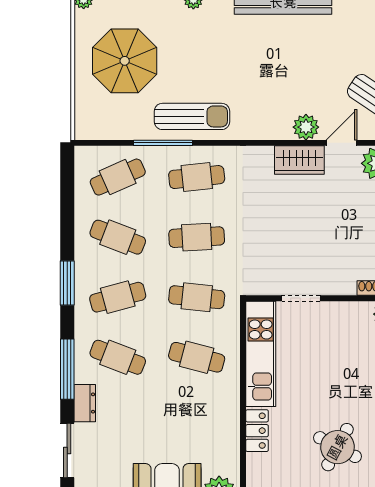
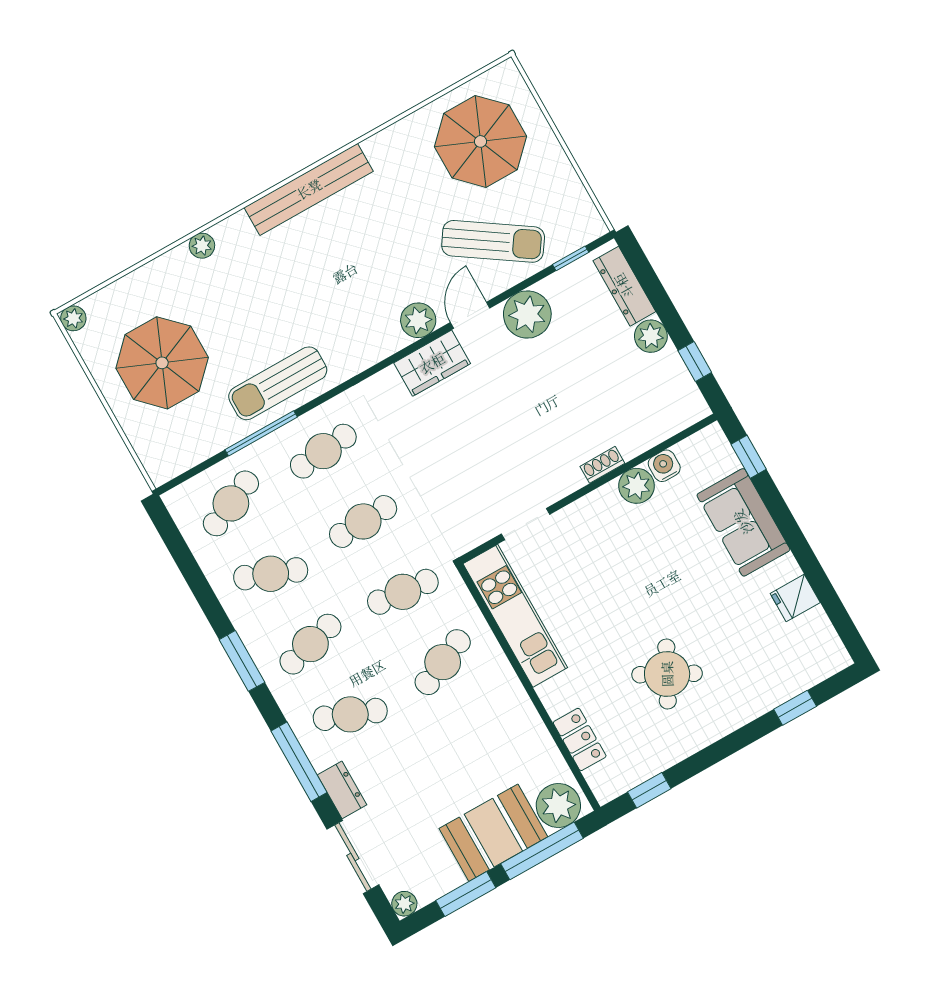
sun lounger: (192, 116) -> (278, 383), turned 180
cafe table: (197, 357) -> (443, 662), turned -39
locker: (257, 431) -> (580, 739), moved

